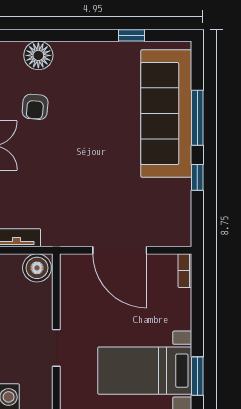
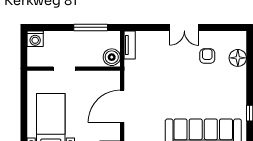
armchair: (35, 107) -> (207, 56), turned 85

